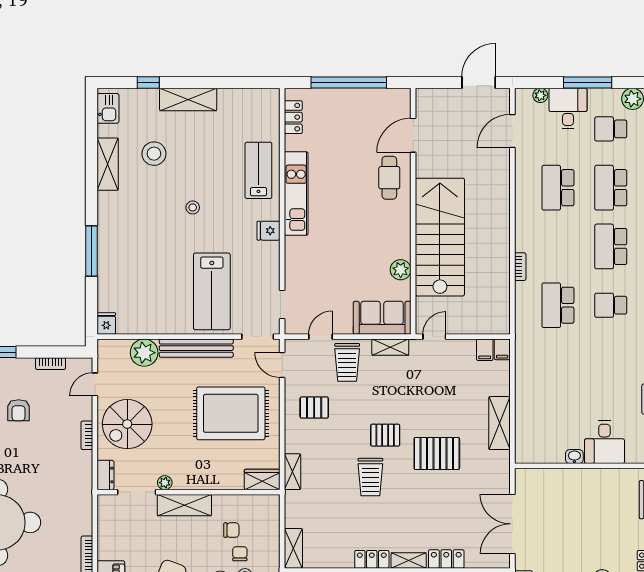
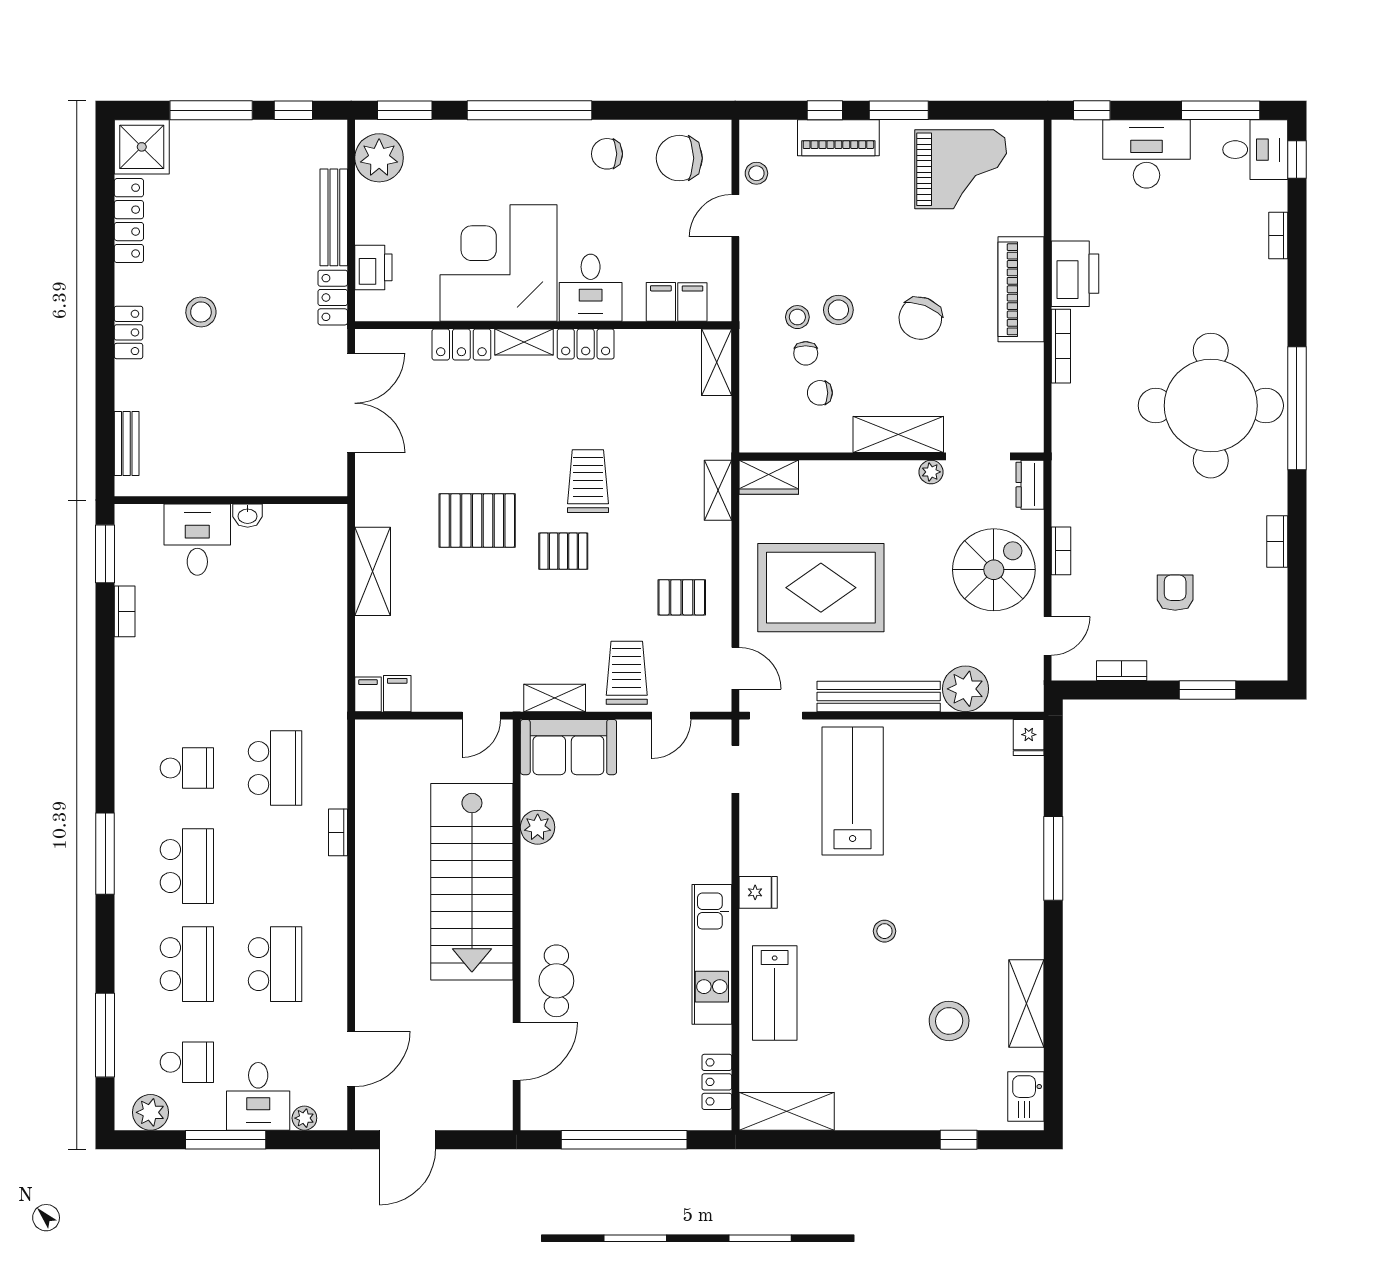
shelving: (188, 99) -> (787, 1111), moved

